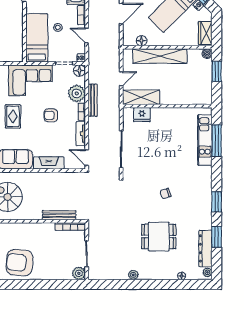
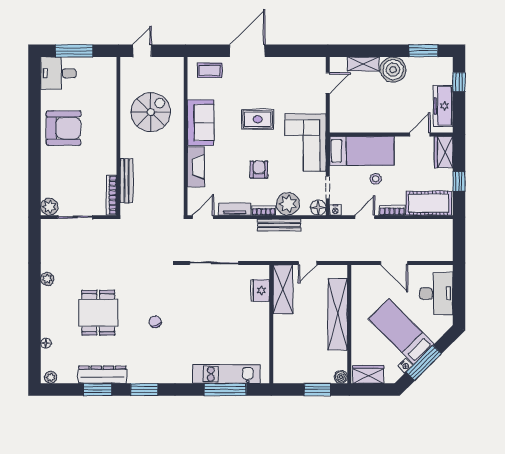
floor lamp: (142, 41) -> (358, 290), removed
door: (121, 79) -> (308, 263), hinge flipped
dresser: (205, 248) -> (102, 375), moved
armchair: (20, 263) -> (64, 128), turned 85

